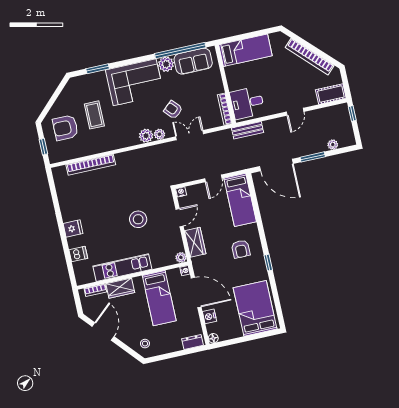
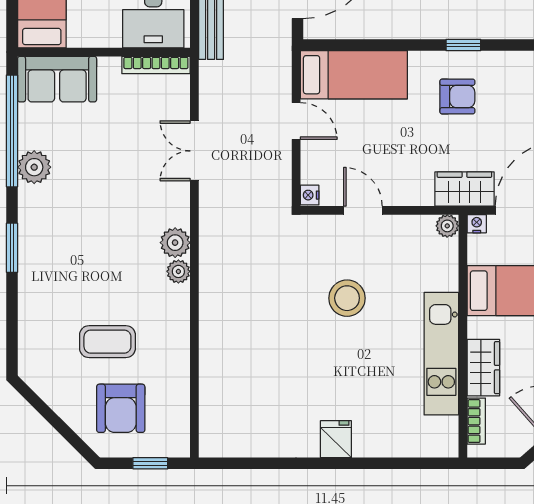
sofa: (193, 61) -> (57, 79), moved, turned 90
window: (98, 69) -> (12, 248), moved
corner sofa: (135, 82) -> (57, 242), removed
armchair: (173, 110) -> (133, 174), removed
plant: (159, 134) -> (178, 271), moved
bookcase: (91, 165) -> (210, 372), removed
wardrobe: (195, 242) -> (464, 189), moved
dishwasher: (78, 254) -> (392, 440), removed
window: (268, 263) -> (463, 45), moved

